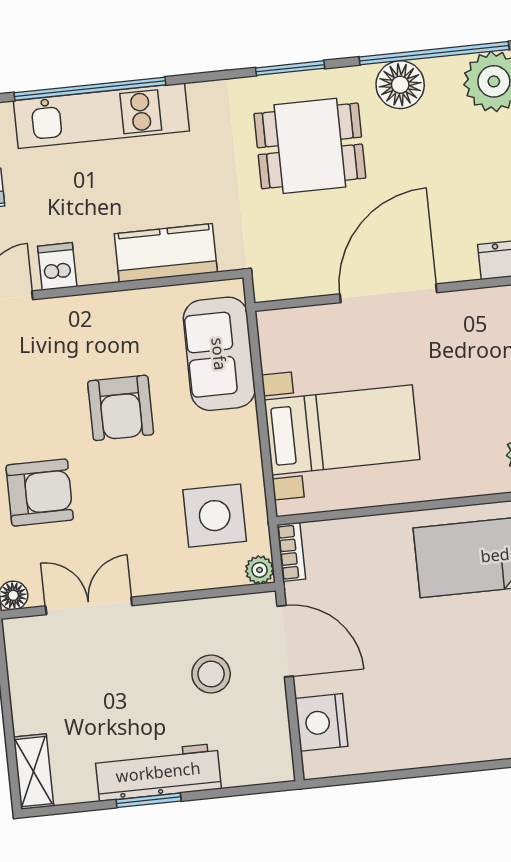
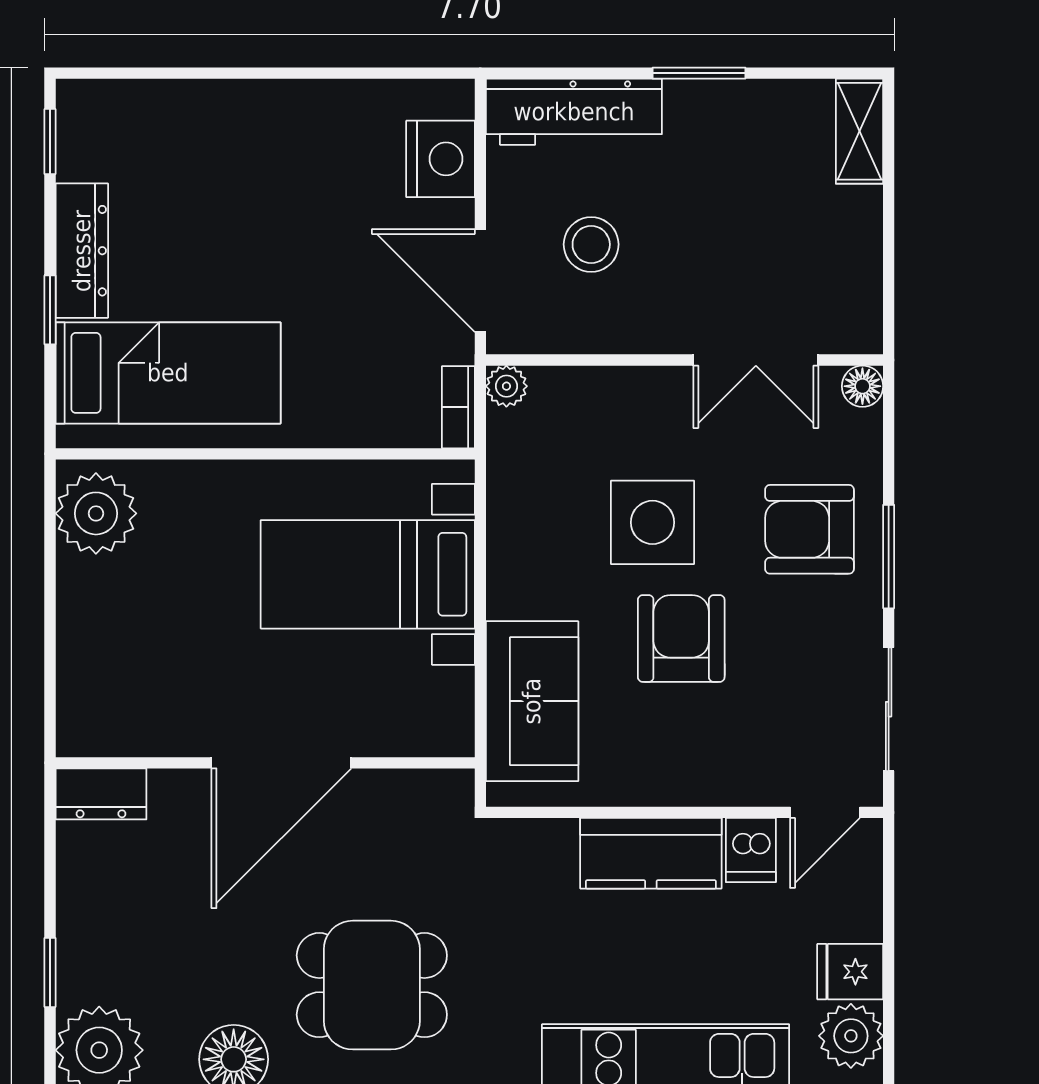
kitchen counter: (166, 253) -> (651, 853), moved
side table: (215, 516) -> (652, 522), moved
workbench: (158, 772) -> (574, 112), moved

